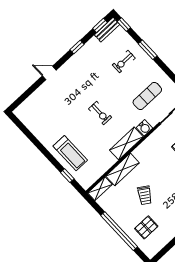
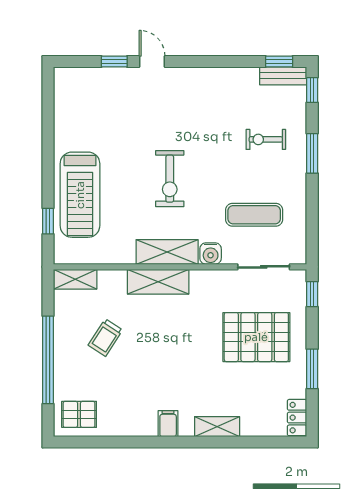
window: (77, 47) -> (114, 62), moved
exercise bike: (100, 113) -> (170, 179), width x1.38, depth x1.39
treadmill: (70, 153) -> (80, 195), width x1.37, depth x1.38
shelving: (123, 169) -> (158, 282), moved
trolley: (145, 195) -> (105, 338), moved
pallet: (146, 227) -> (79, 414), moved

